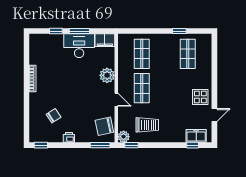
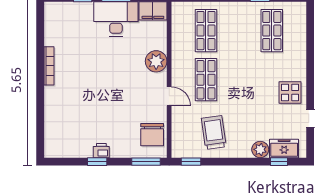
chair: (54, 116) -> (79, 119), removed
trolley: (147, 125) -> (214, 133), turned -98
chair: (104, 126) -> (152, 135), turned -78
plant: (124, 137) -> (260, 149), moved
window: (41, 145) -> (97, 162), moved

